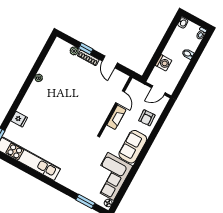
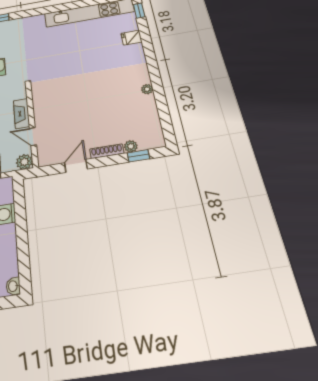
window: (86, 49) -> (138, 156), moved
door: (110, 62) -> (76, 166), hinge flipped
plant: (135, 85) -> (24, 162), added

